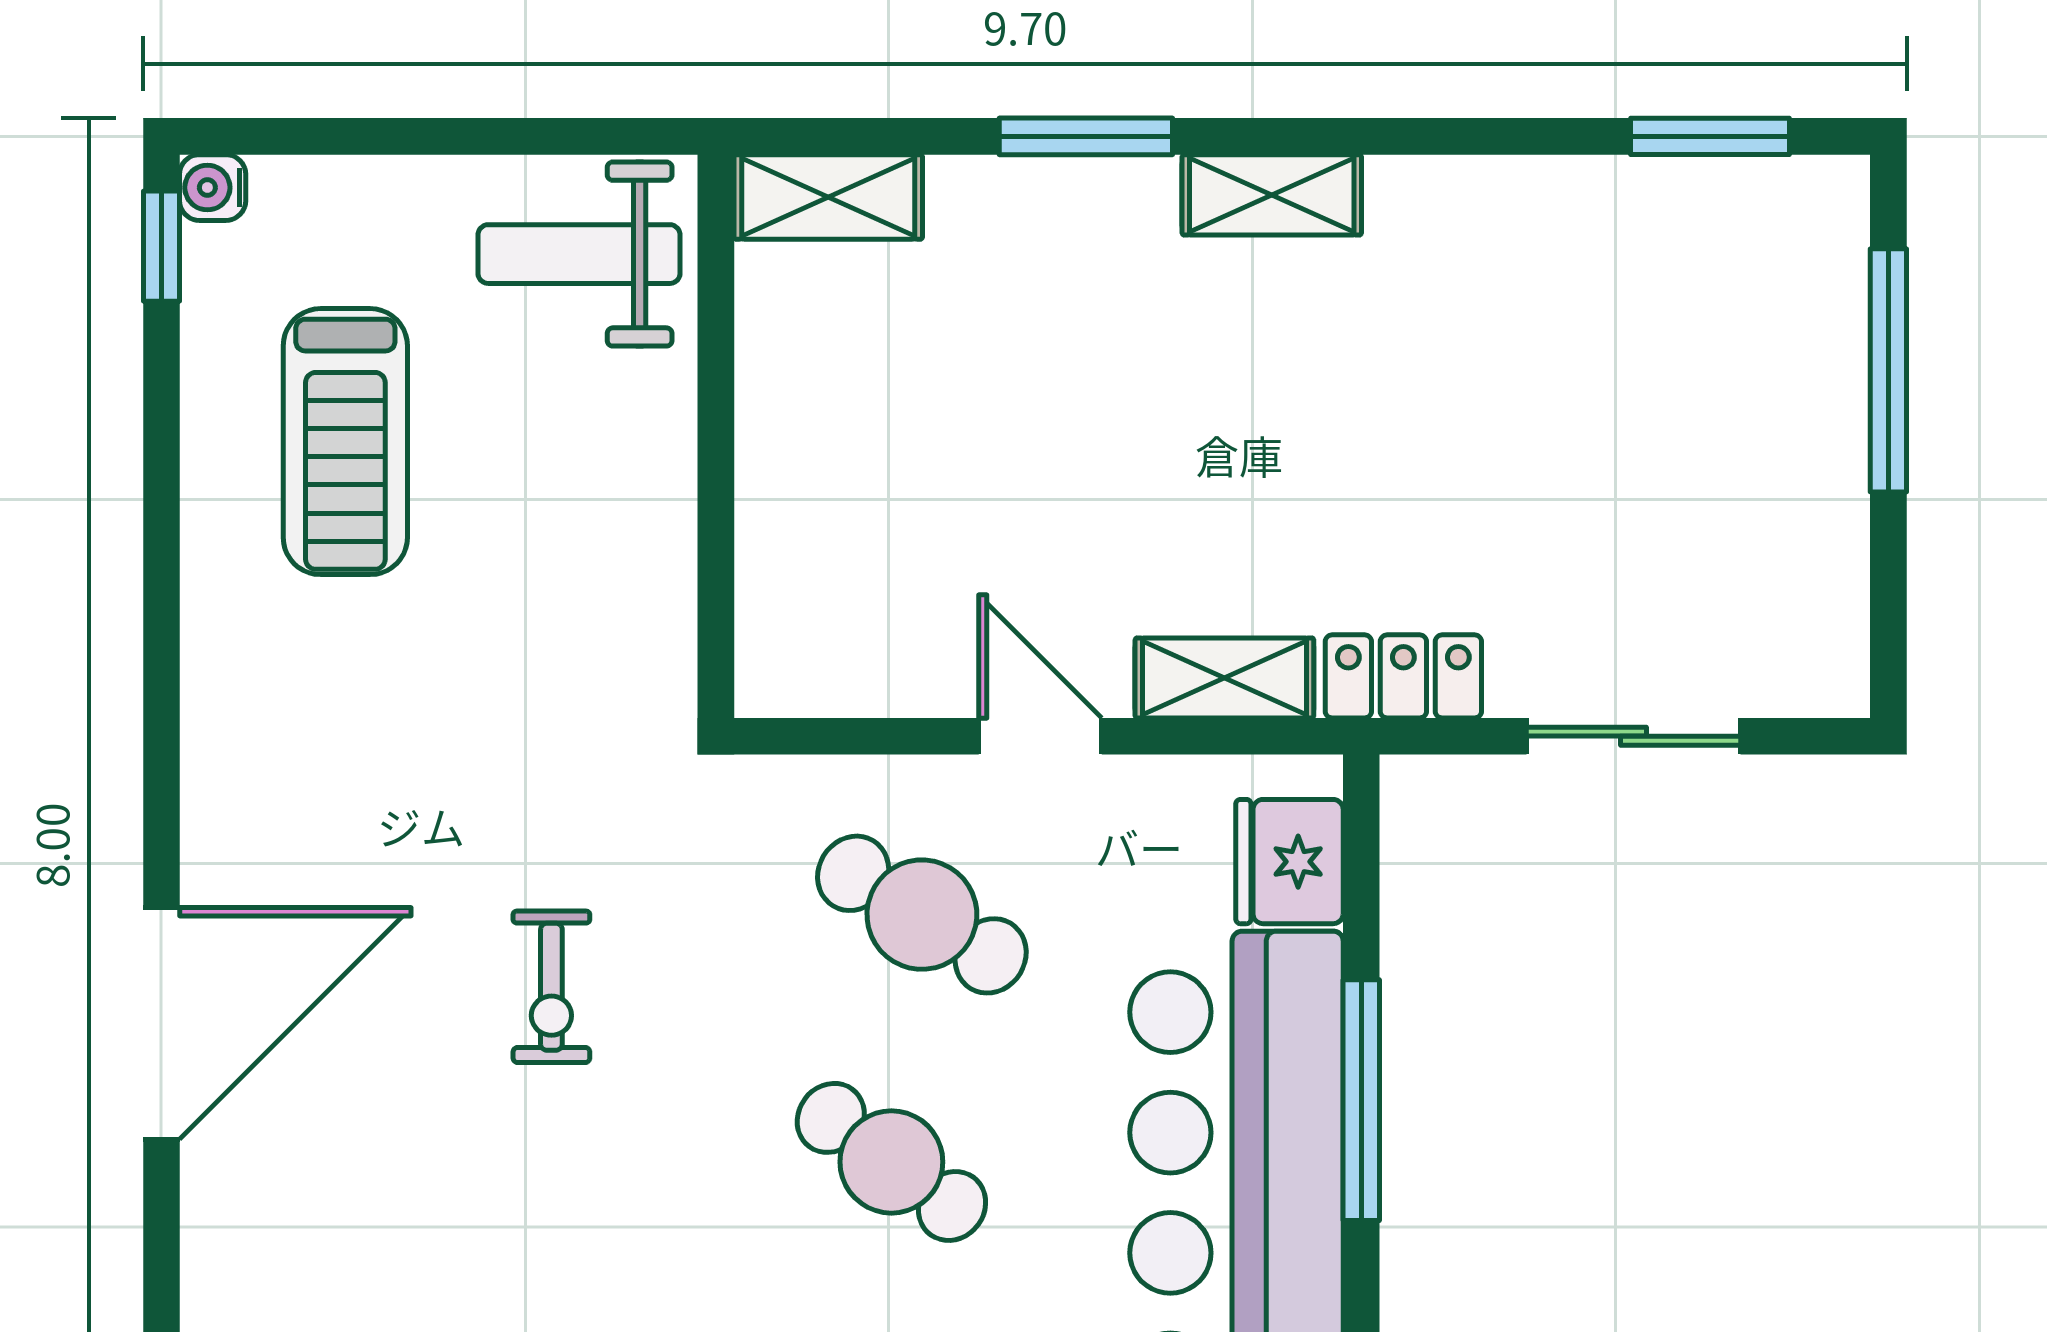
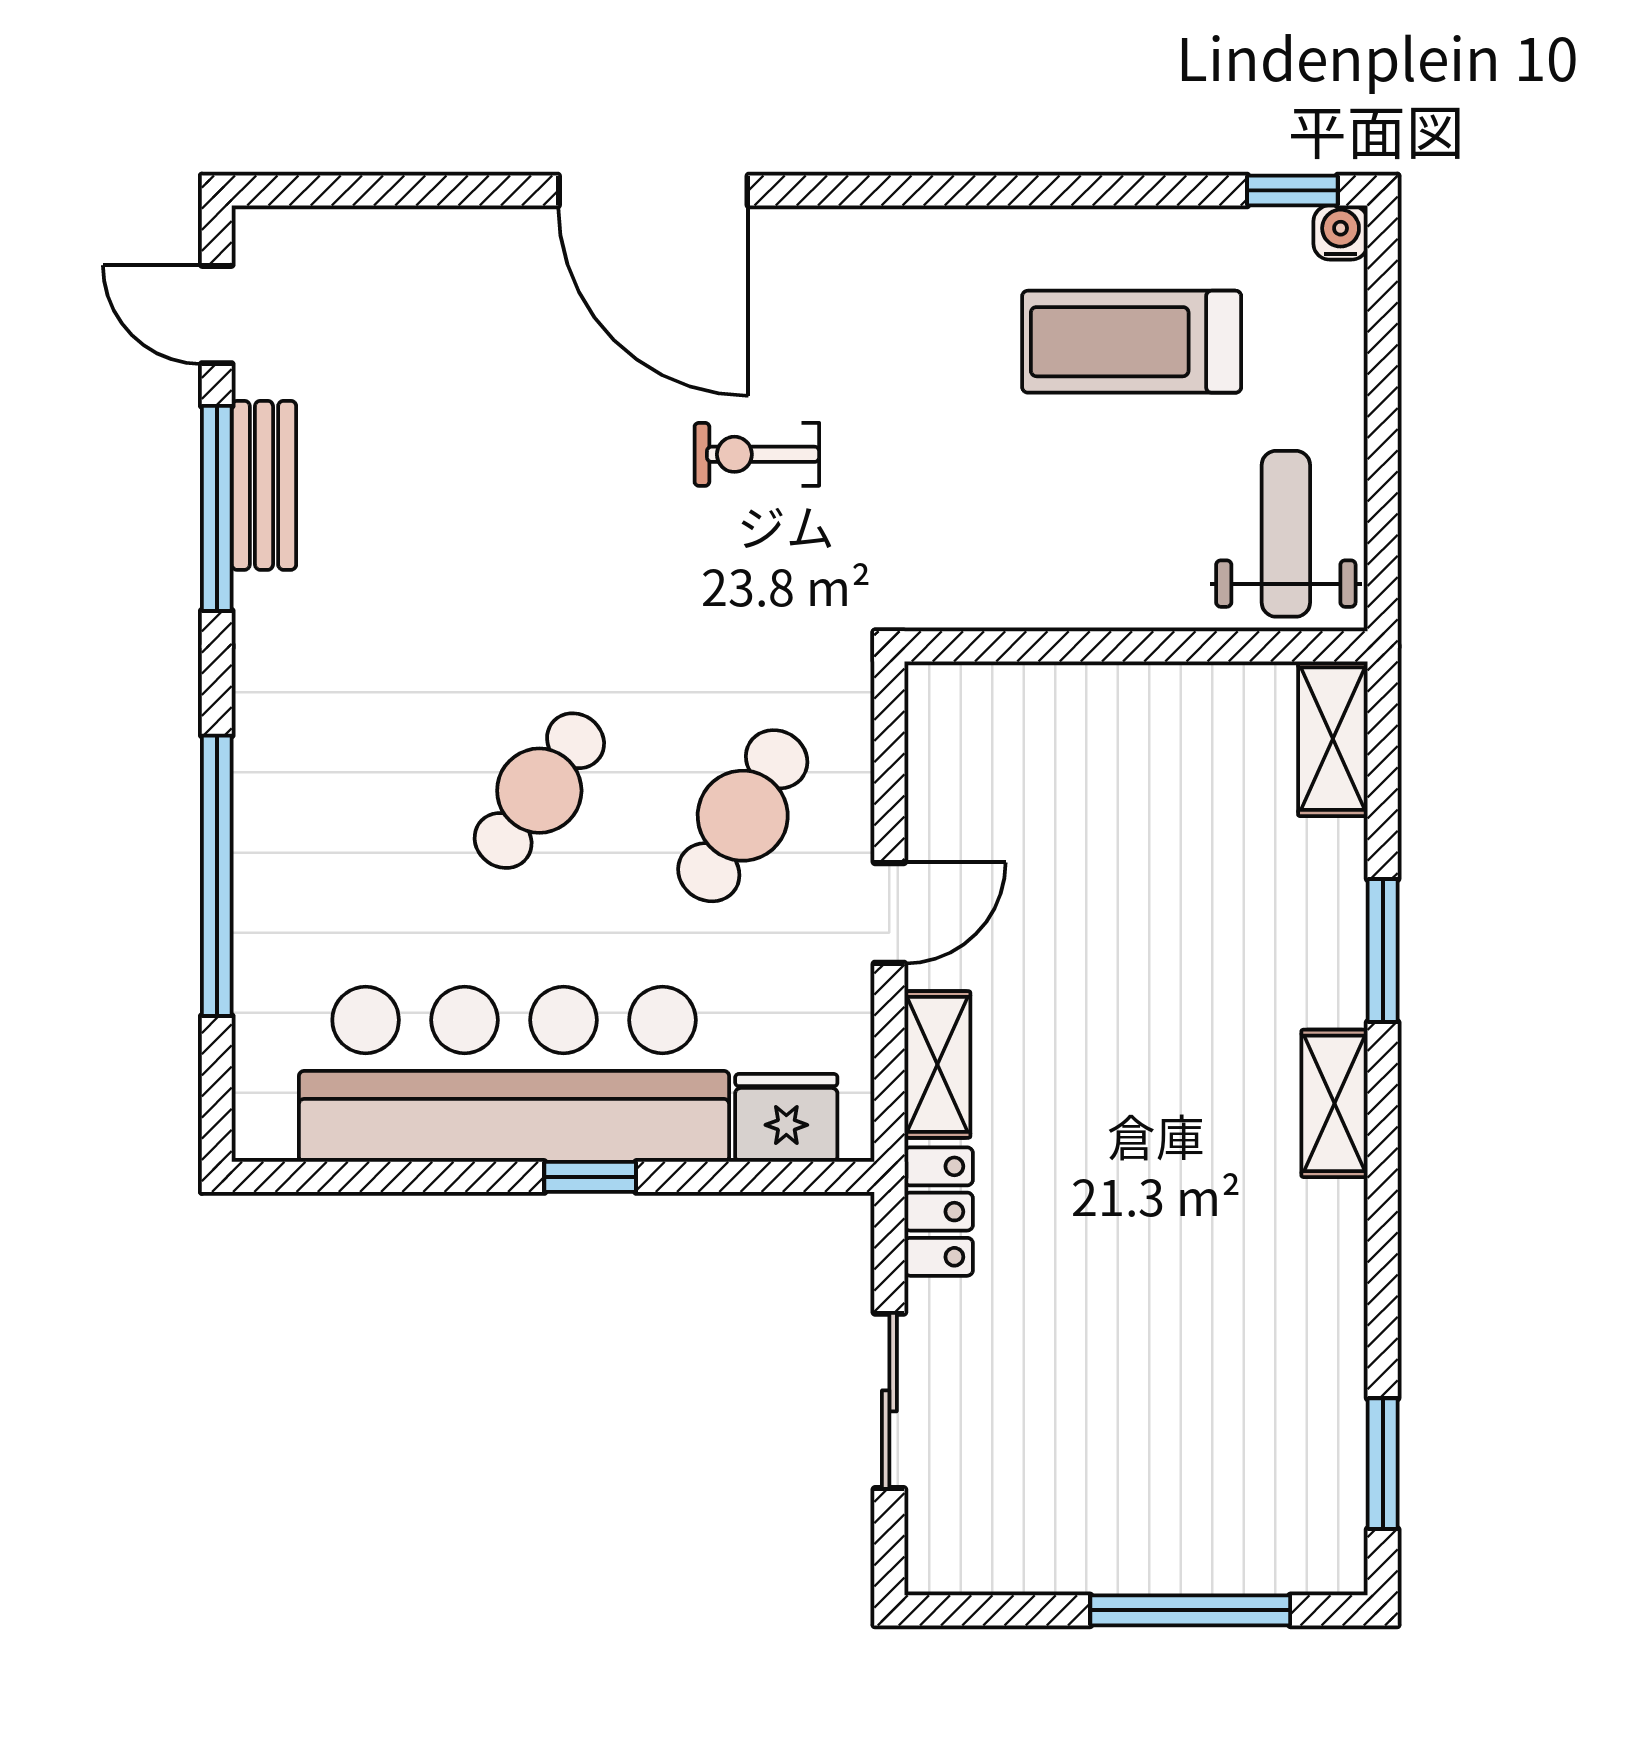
exercise bike: (551, 987) -> (757, 454), moved
window: (1361, 1100) -> (590, 1177), width x0.46

